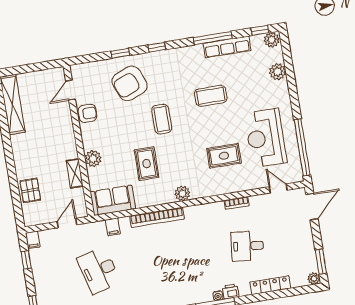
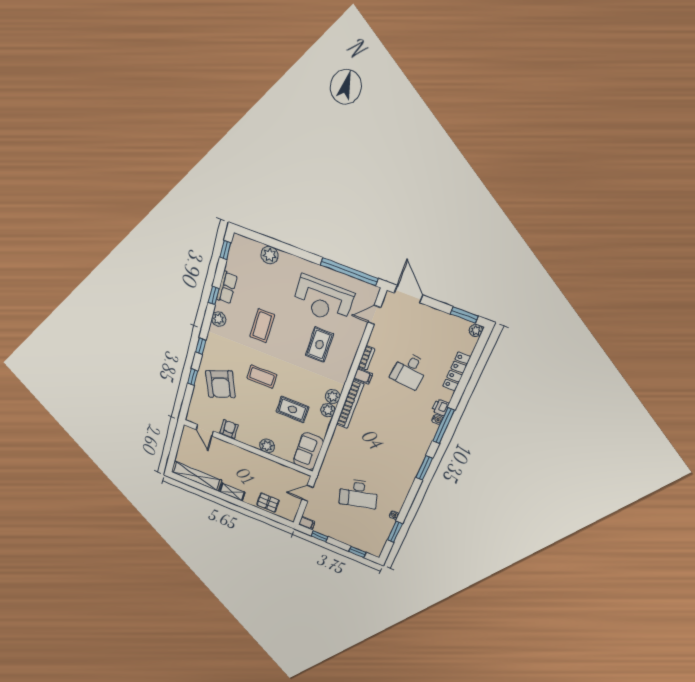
window: (213, 38) -> (214, 296), width x0.46
plant: (272, 40) -> (219, 319), moved
row of seats: (227, 47) -> (227, 288), width x0.68
shelving: (75, 173) -> (232, 492), moved
plant: (166, 196) -> (328, 410), added
bookcase: (157, 217) -> (350, 404), moved
door: (67, 223) -> (307, 493), hinge flipped
filing cabinet: (113, 227) -> (363, 376), moved

